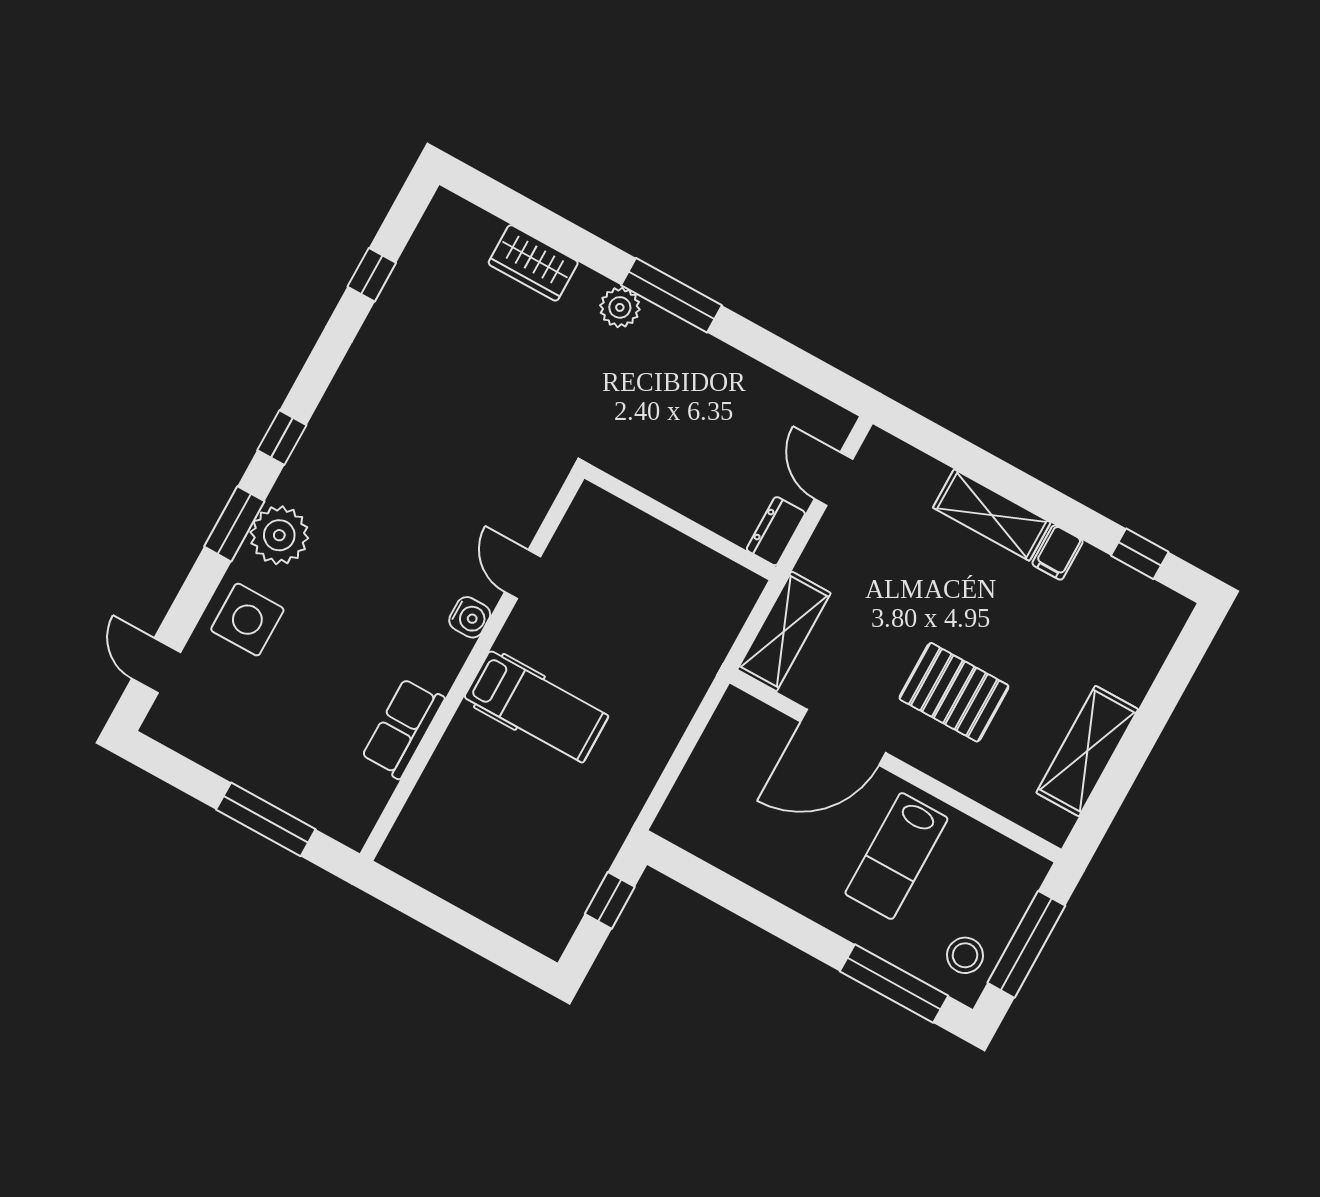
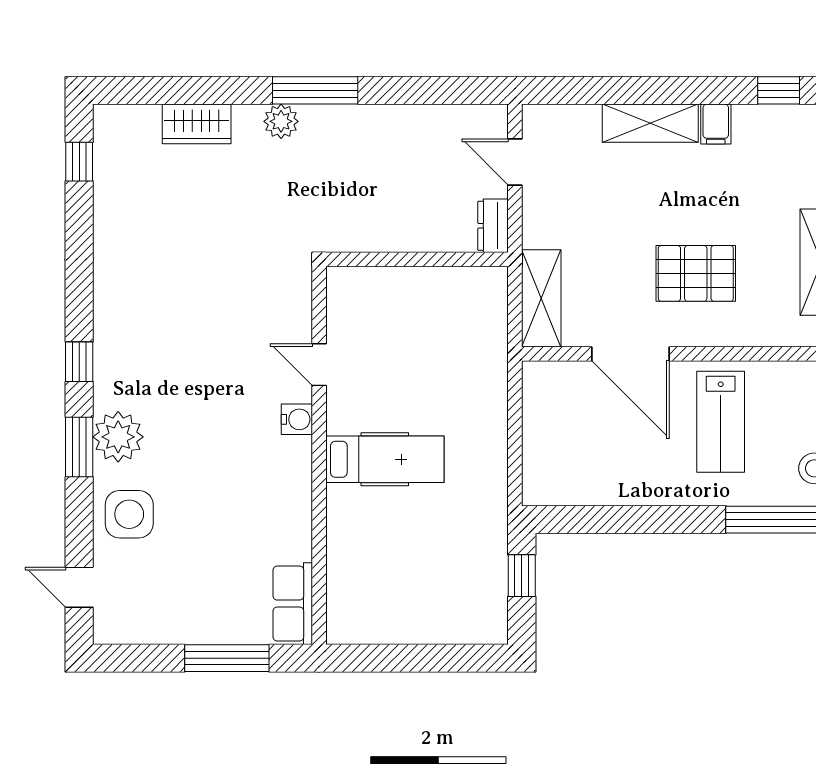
window: (372, 275) -> (79, 162), moved
row of seats: (403, 728) -> (293, 604), moved
door: (843, 737) -> (630, 354), hinge flipped

